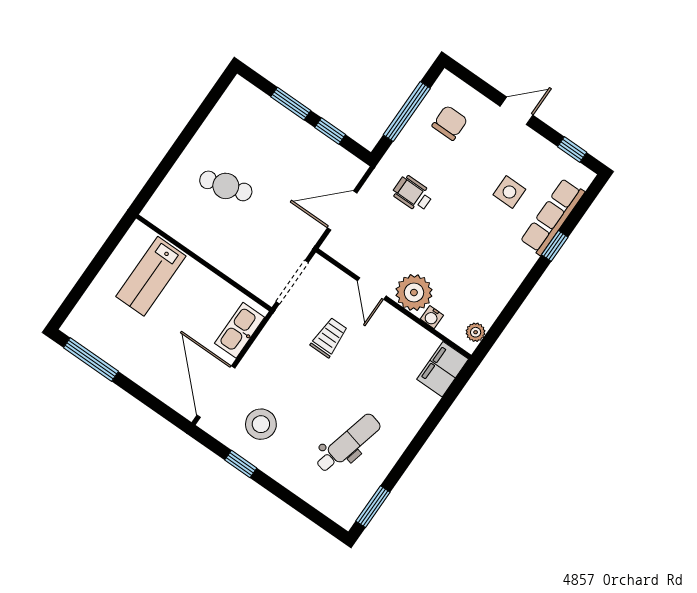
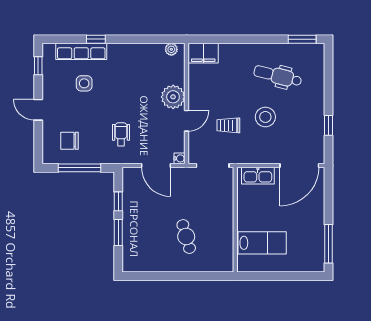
wheelchair: (413, 194) -> (121, 134), turned 180
water cooler: (432, 317) -> (179, 158), moved
stool: (261, 424) -> (265, 117), moved

